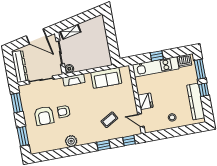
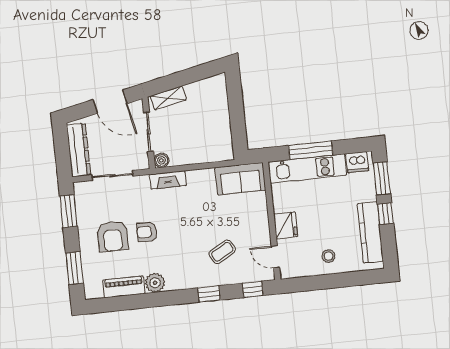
window: (157, 56) -> (311, 150), width x2.17
sofa: (106, 78) -> (240, 179), moved
piano: (53, 145) -> (124, 287), added

